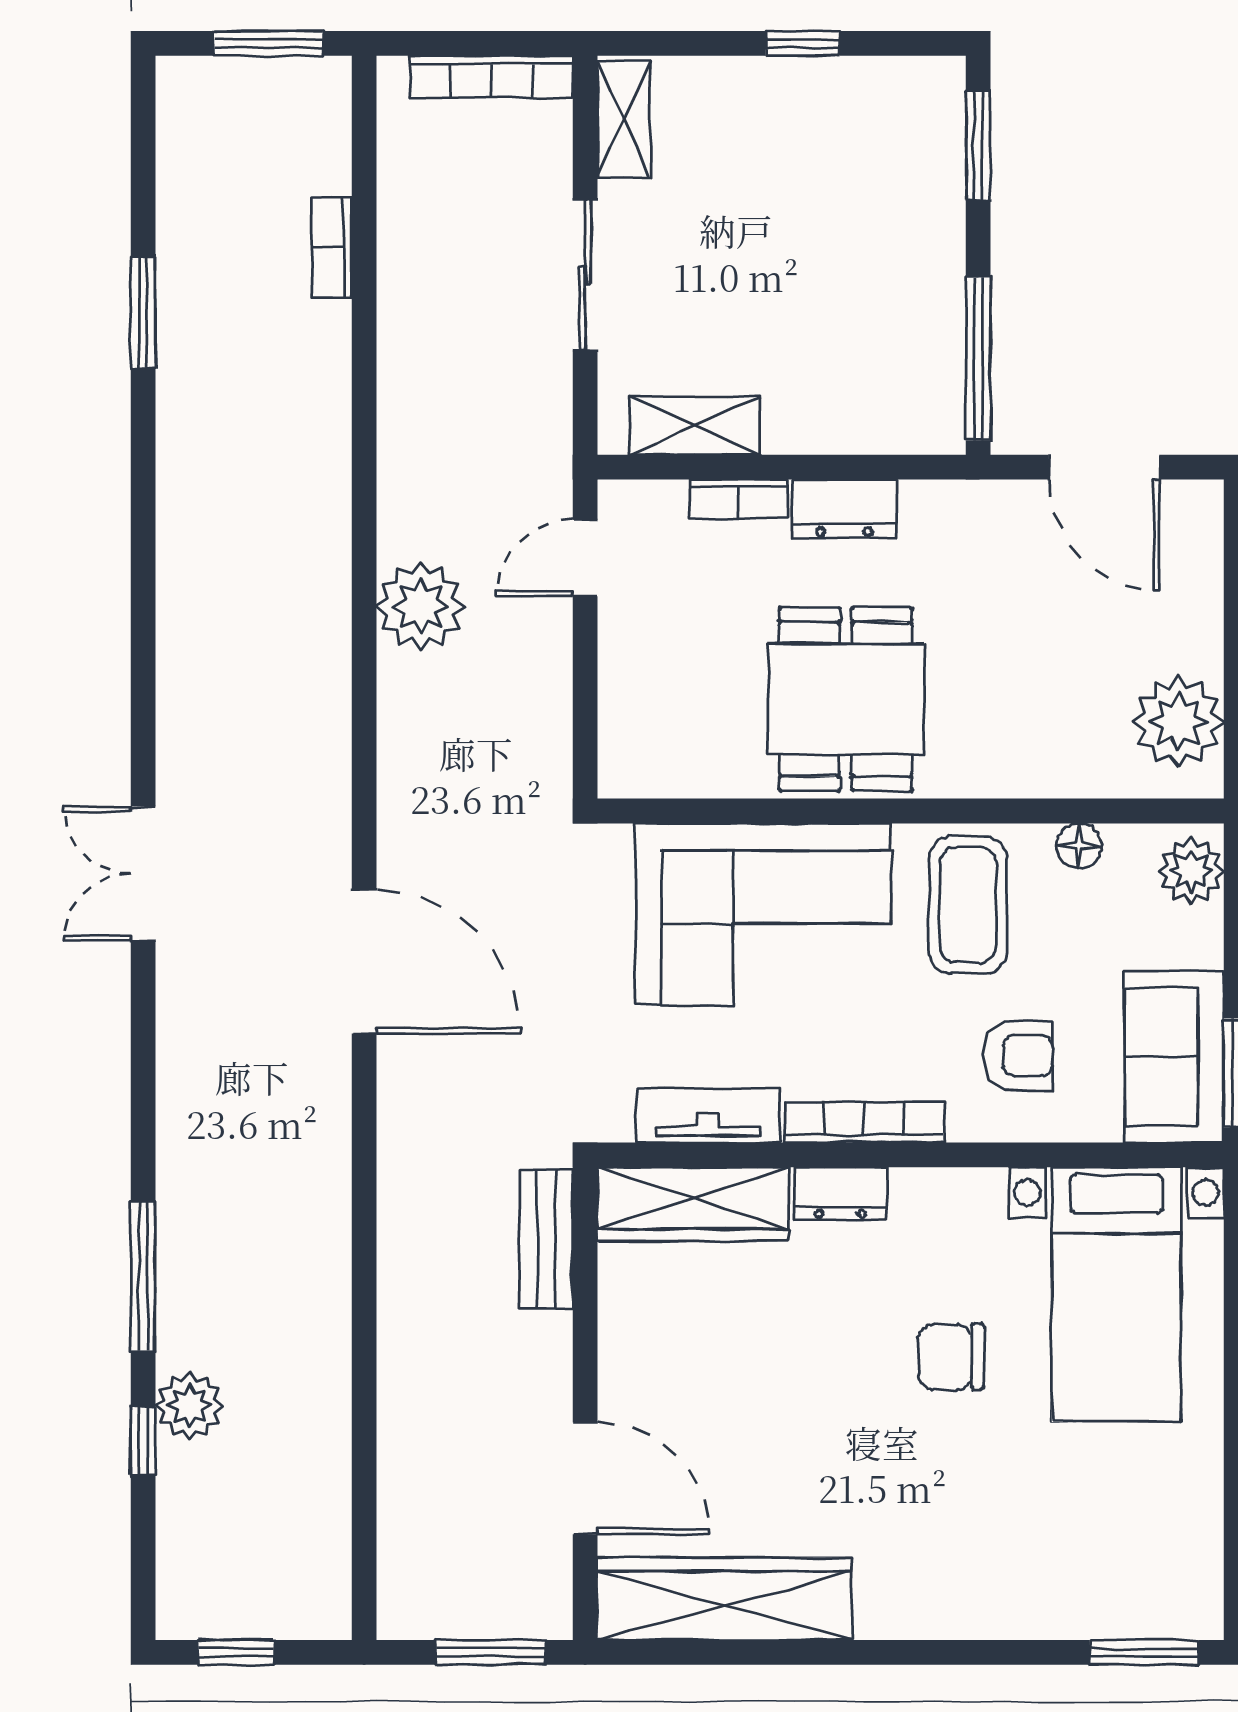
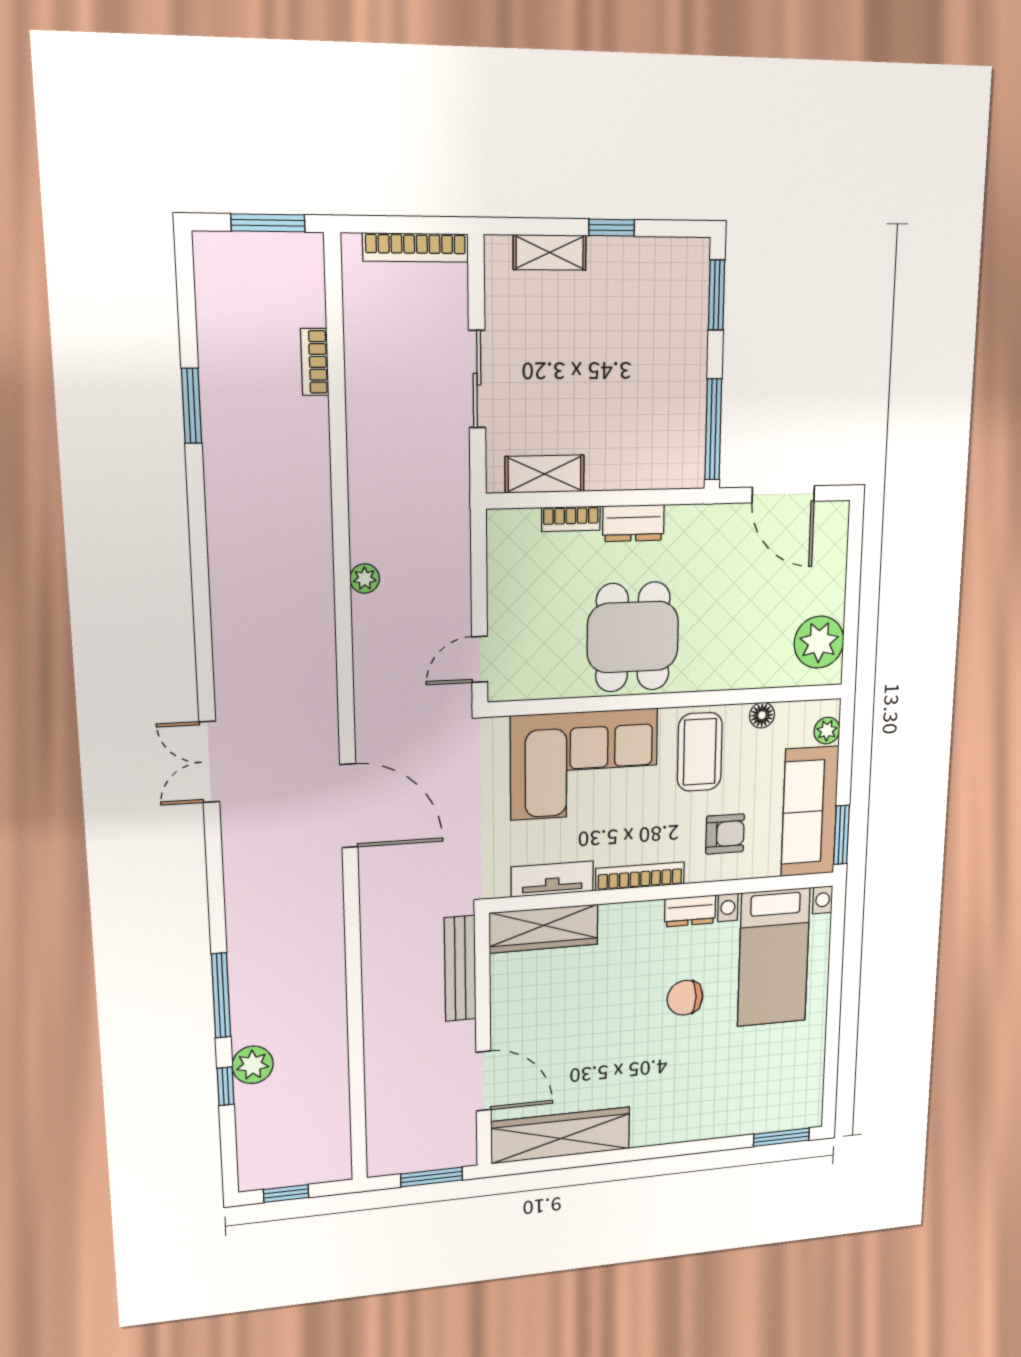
shelving: (624, 119) -> (550, 252), moved, turned 90
door: (585, 558) -> (480, 659), moved
plant: (421, 606) -> (365, 579), width x0.53, depth x0.53
plant: (1191, 871) -> (827, 731), width x0.73, depth x0.73
sofa: (1174, 1057) -> (810, 812), width x1.36
dresser: (840, 1193) -> (690, 911), moved
bench: (546, 1239) -> (460, 969), width x1.36

